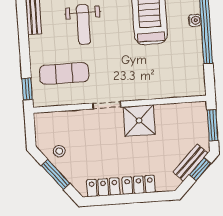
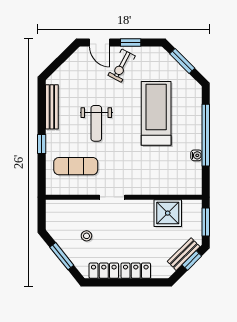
water cooler: (195, 20) -> (196, 155), moved
window: (27, 89) -> (42, 144), moved
shower: (139, 121) -> (168, 213), moved
stool: (59, 151) -> (86, 236), moved

